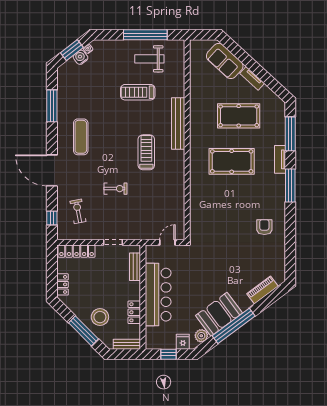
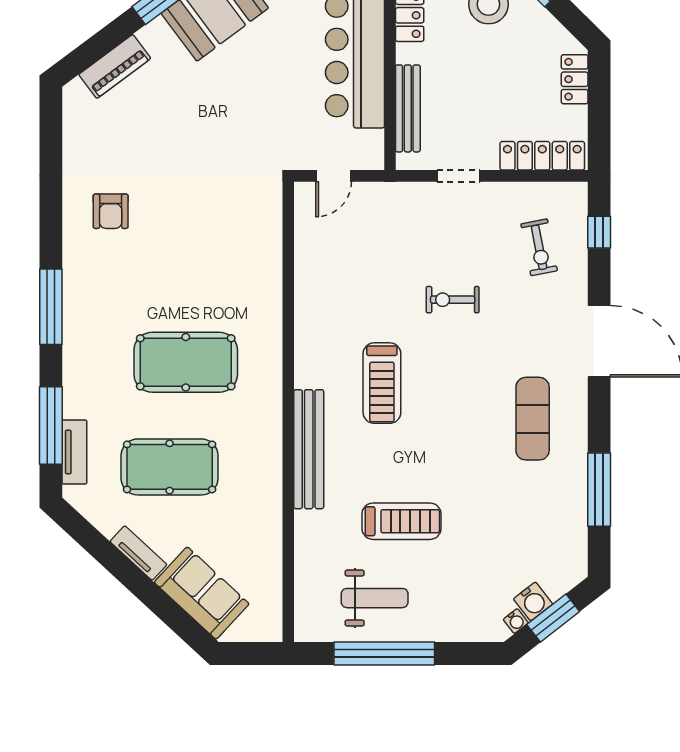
tv unit: (280, 159) -> (74, 452), moved
bench: (135, 267) -> (408, 108), width x1.36

